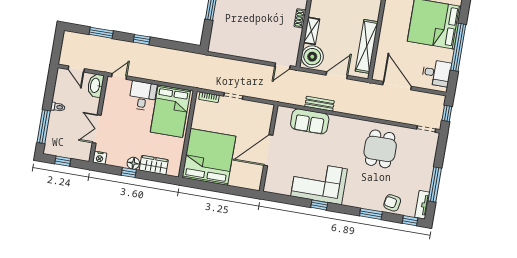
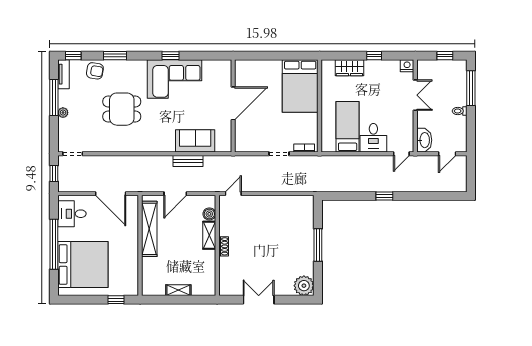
window: (101, 33) -> (428, 196), removed
boiler: (312, 57) -> (209, 214), width x0.54, depth x0.54
door: (76, 69) -> (447, 154), swing flipped
bed: (170, 111) -> (348, 127), width x0.67
dining table: (380, 149) -> (122, 109), moved, turned 90
bed: (209, 157) -> (300, 86), width x0.73
floor lamp: (133, 163) -> (371, 66), removed
plant: (429, 169) -> (63, 113), added

